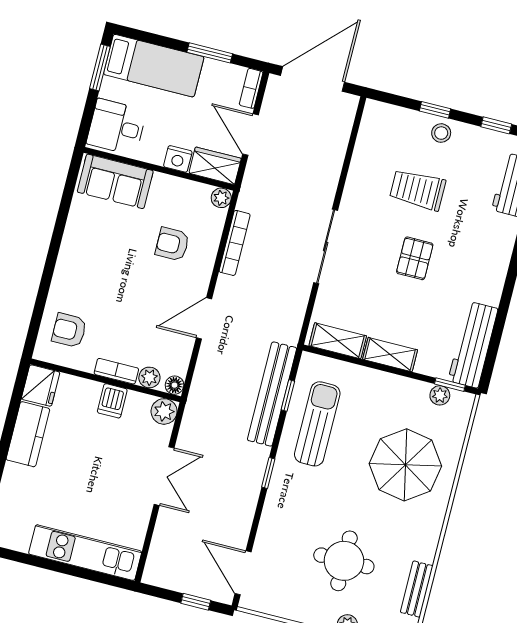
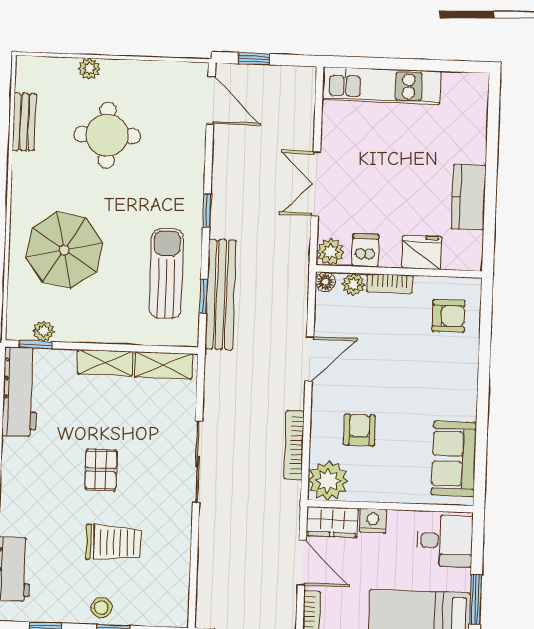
sofa: (115, 181) -> (454, 459), moved, turned -90
plant: (221, 198) -> (328, 481), width x1.87, depth x1.87
armchair: (172, 244) -> (360, 430), turned -90
fridge: (41, 386) -> (422, 252), moved, turned 90
dishwasher: (112, 401) -> (365, 251), moved
sun lounger: (317, 424) -> (166, 273), turned 180

